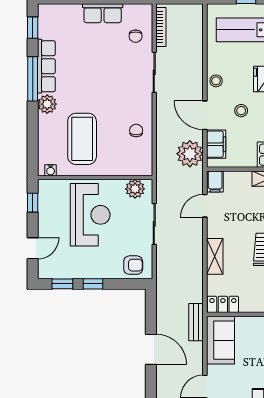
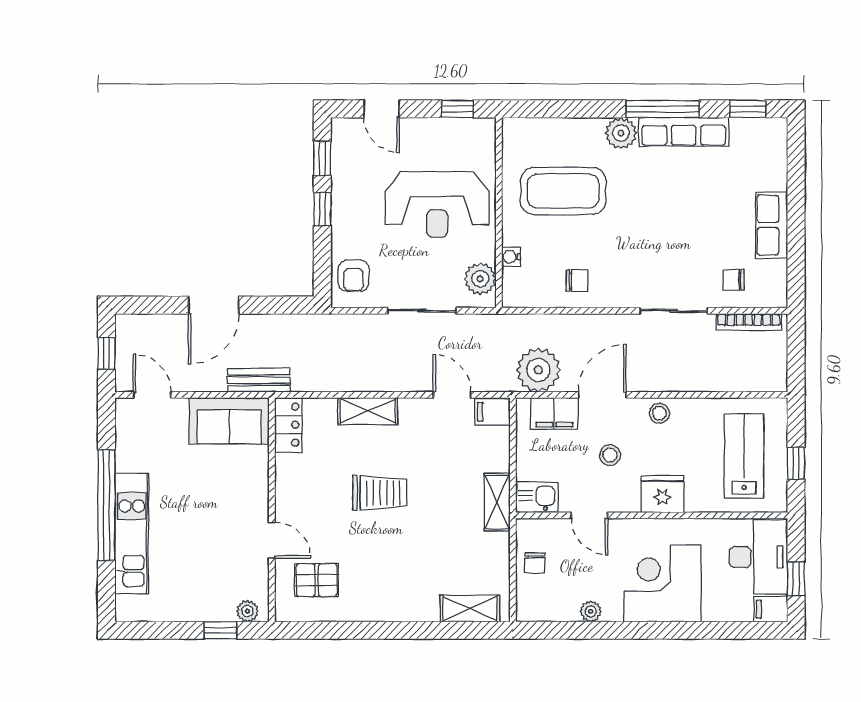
water cooler: (51, 170) -> (511, 257), moved

